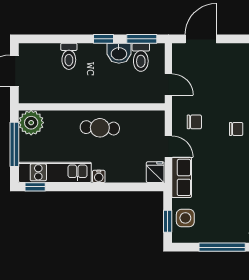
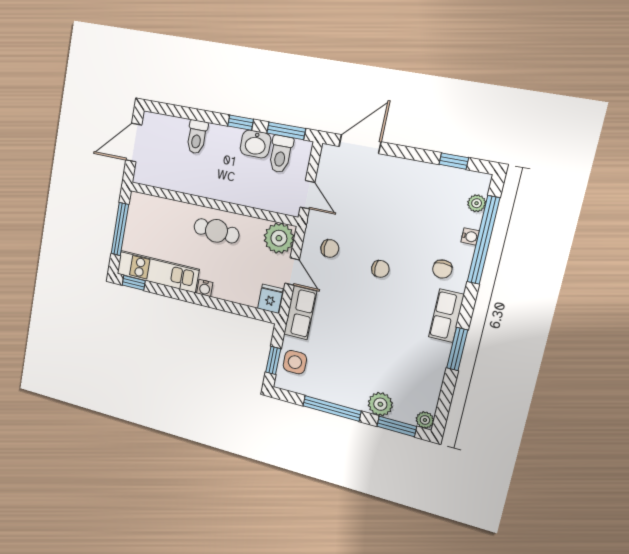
plant: (31, 123) -> (279, 238), moved

